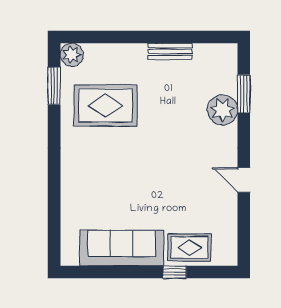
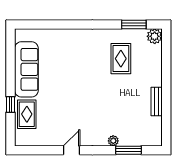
rug: (105, 106) -> (121, 59), width x0.73, depth x0.70
plant: (222, 110) -> (113, 141), width x0.53, depth x0.53

